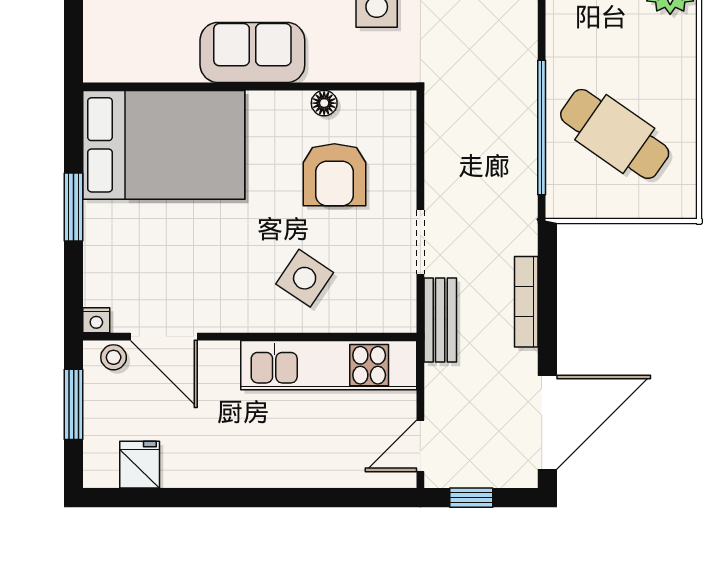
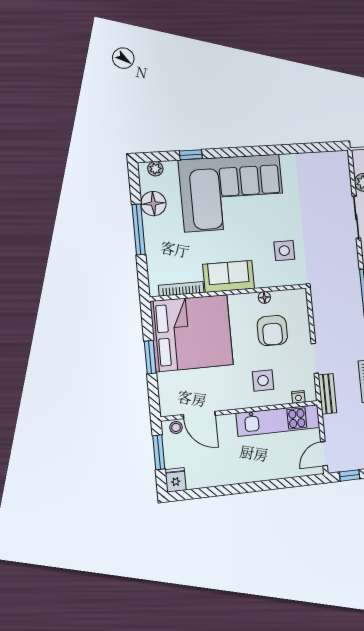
bookcase: (150, 71) -> (181, 289), added
bed: (164, 145) -> (192, 333), width x1.36
side table: (305, 278) -> (263, 381), turned -34
nightstand: (96, 320) -> (298, 397), moved
fridge: (140, 465) -> (175, 480), moved

